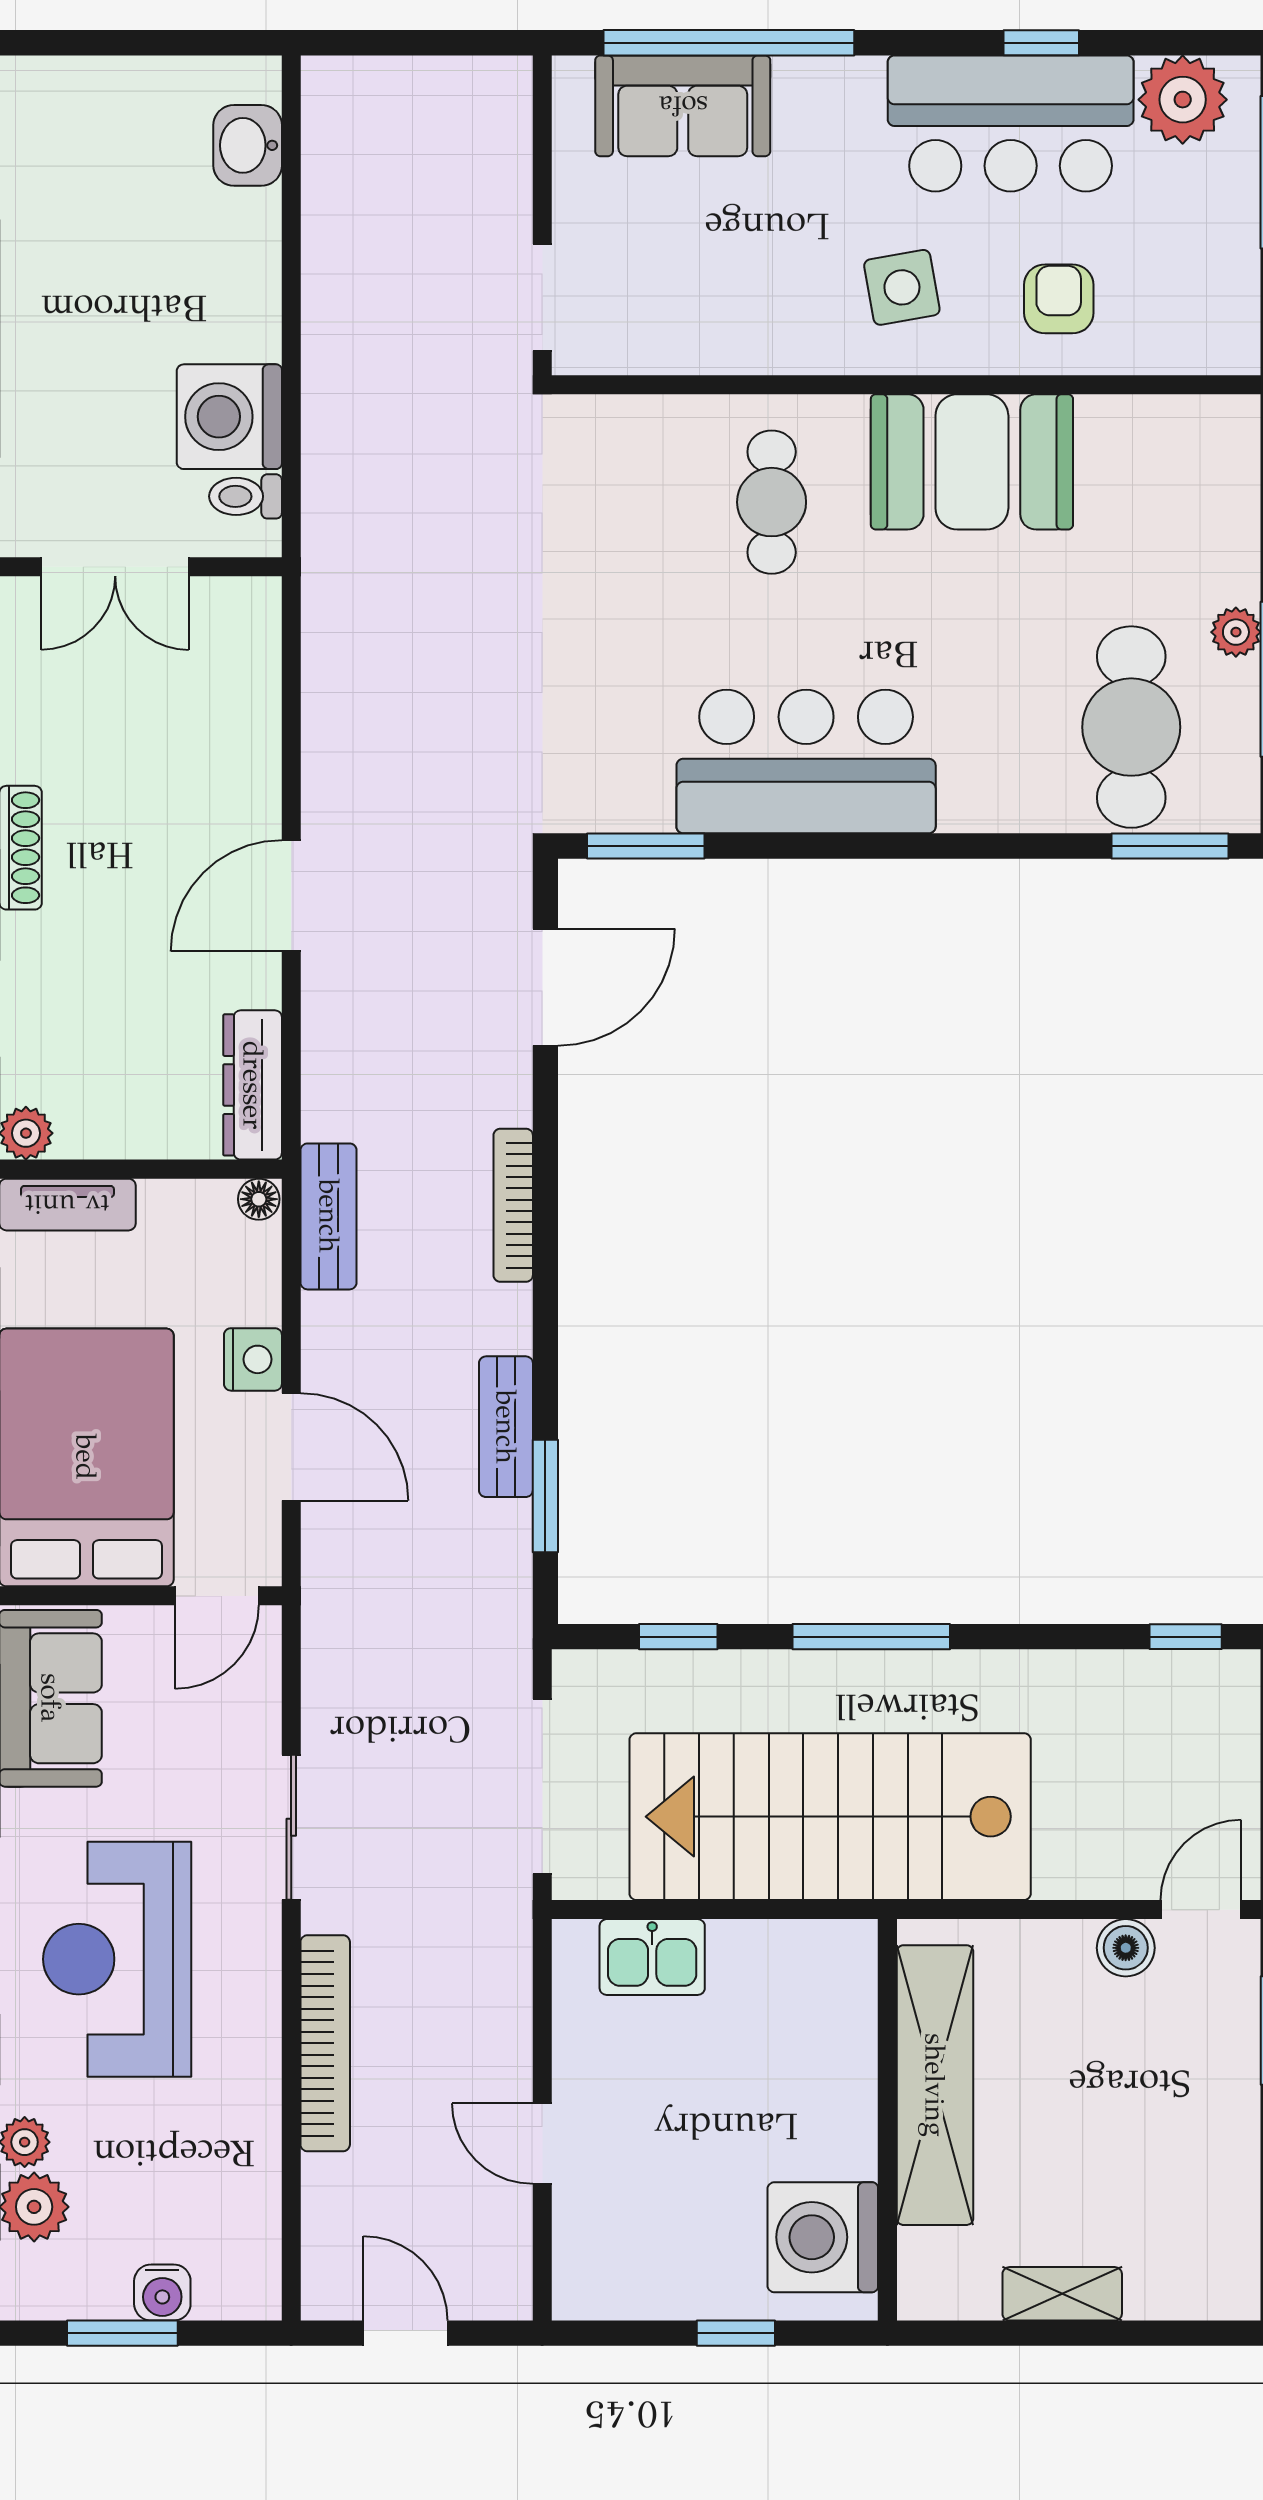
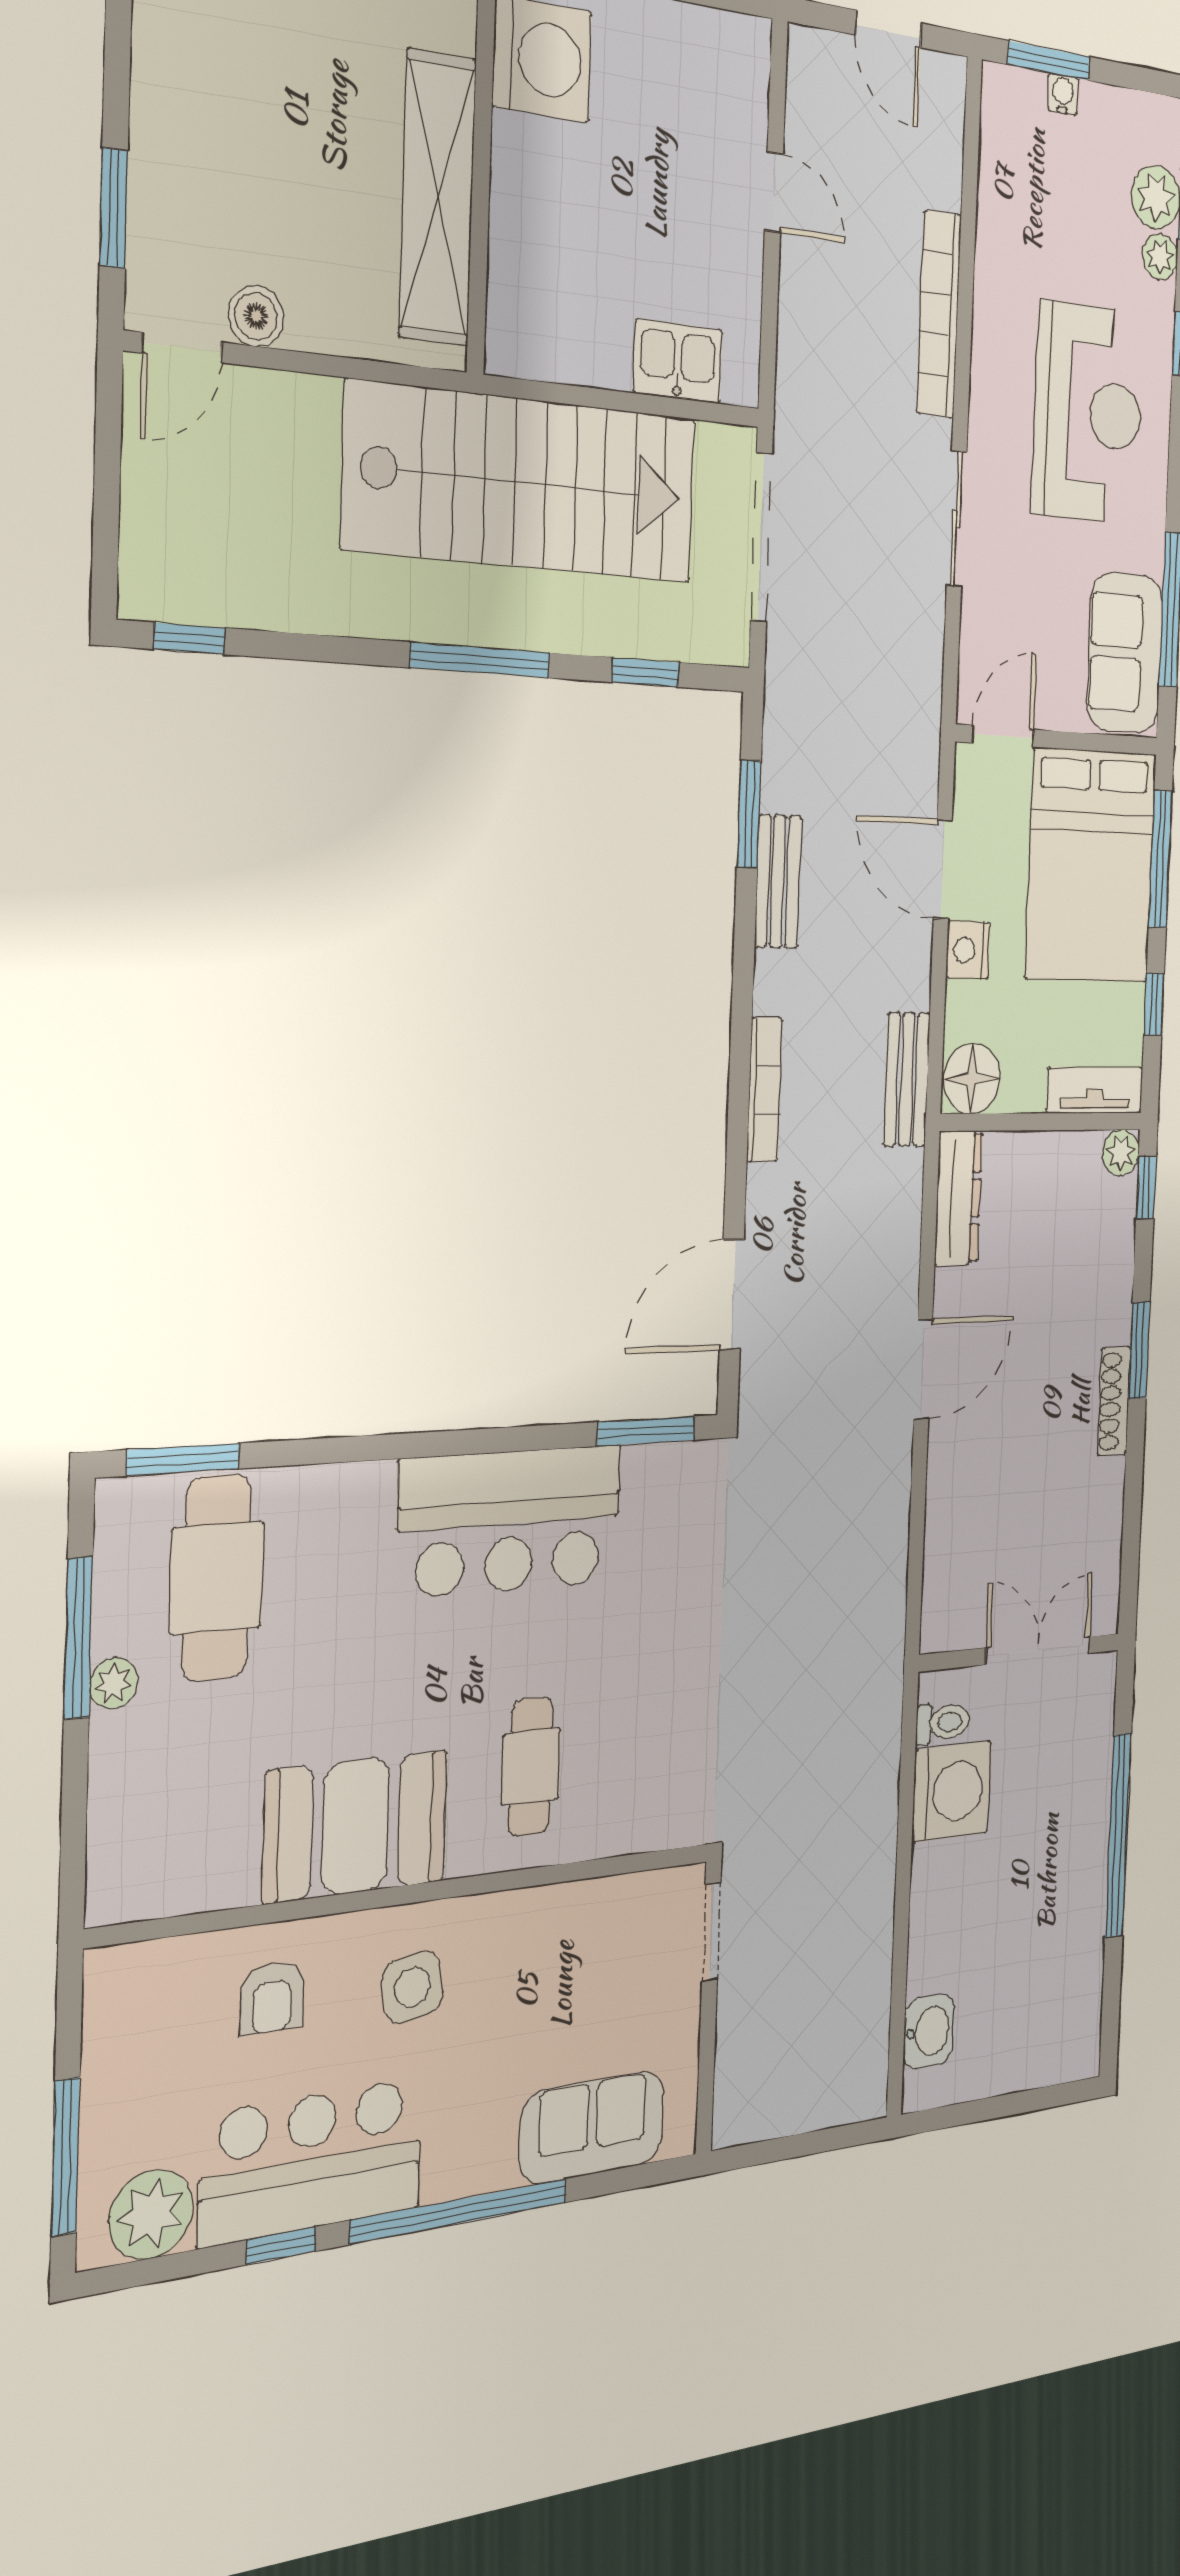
window: (729, 43) -> (460, 2211), moved
floor lamp: (259, 1199) -> (972, 1079), width x1.89, depth x1.89
water cooler: (162, 2292) -> (1063, 94), width x0.72, depth x0.72
window: (122, 2333) -> (1049, 61), moved

